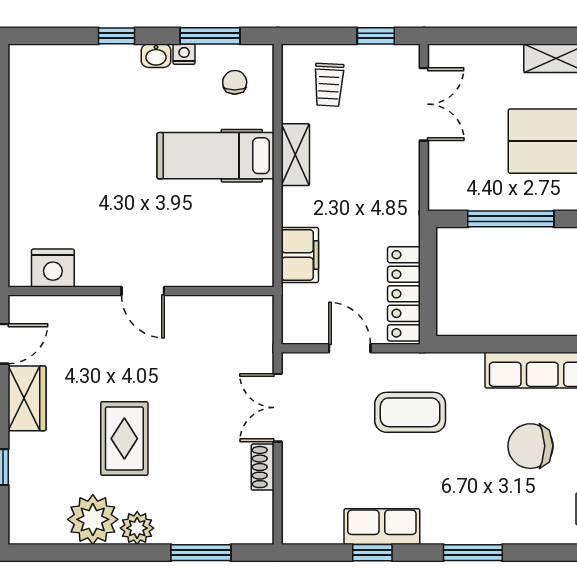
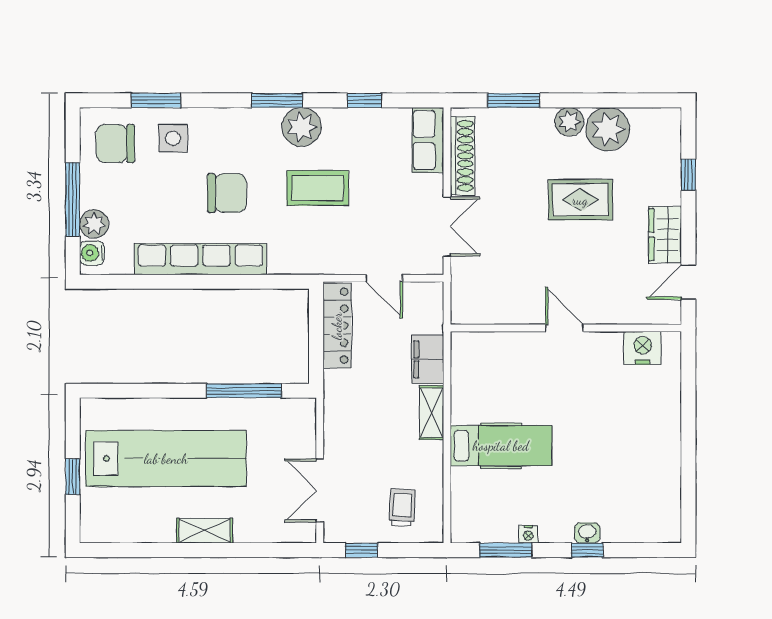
washbasin: (156, 56) -> (587, 533), moved
chair: (235, 82) -> (484, 510), removed
shelving: (295, 155) -> (431, 413), moved
coffee table: (410, 412) -> (318, 188), moved
rug: (124, 439) -> (580, 200), turned 90
shoe rack: (263, 467) -> (462, 156), width x1.94, depth x1.24
plant: (445, 522) -> (302, 127), added
row of seats: (382, 527) -> (428, 140), moved, turned 90

